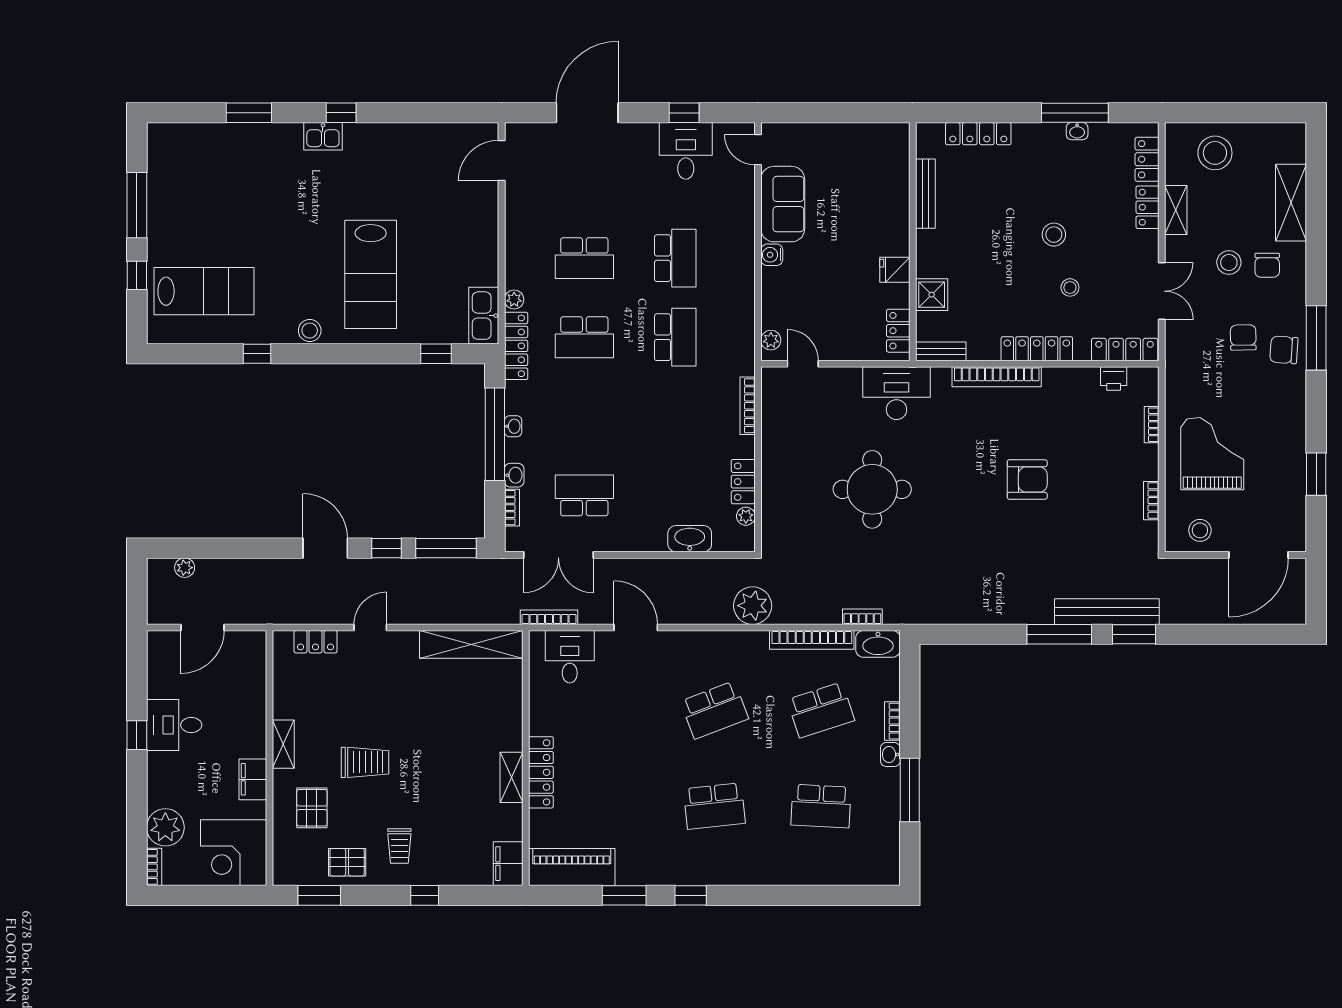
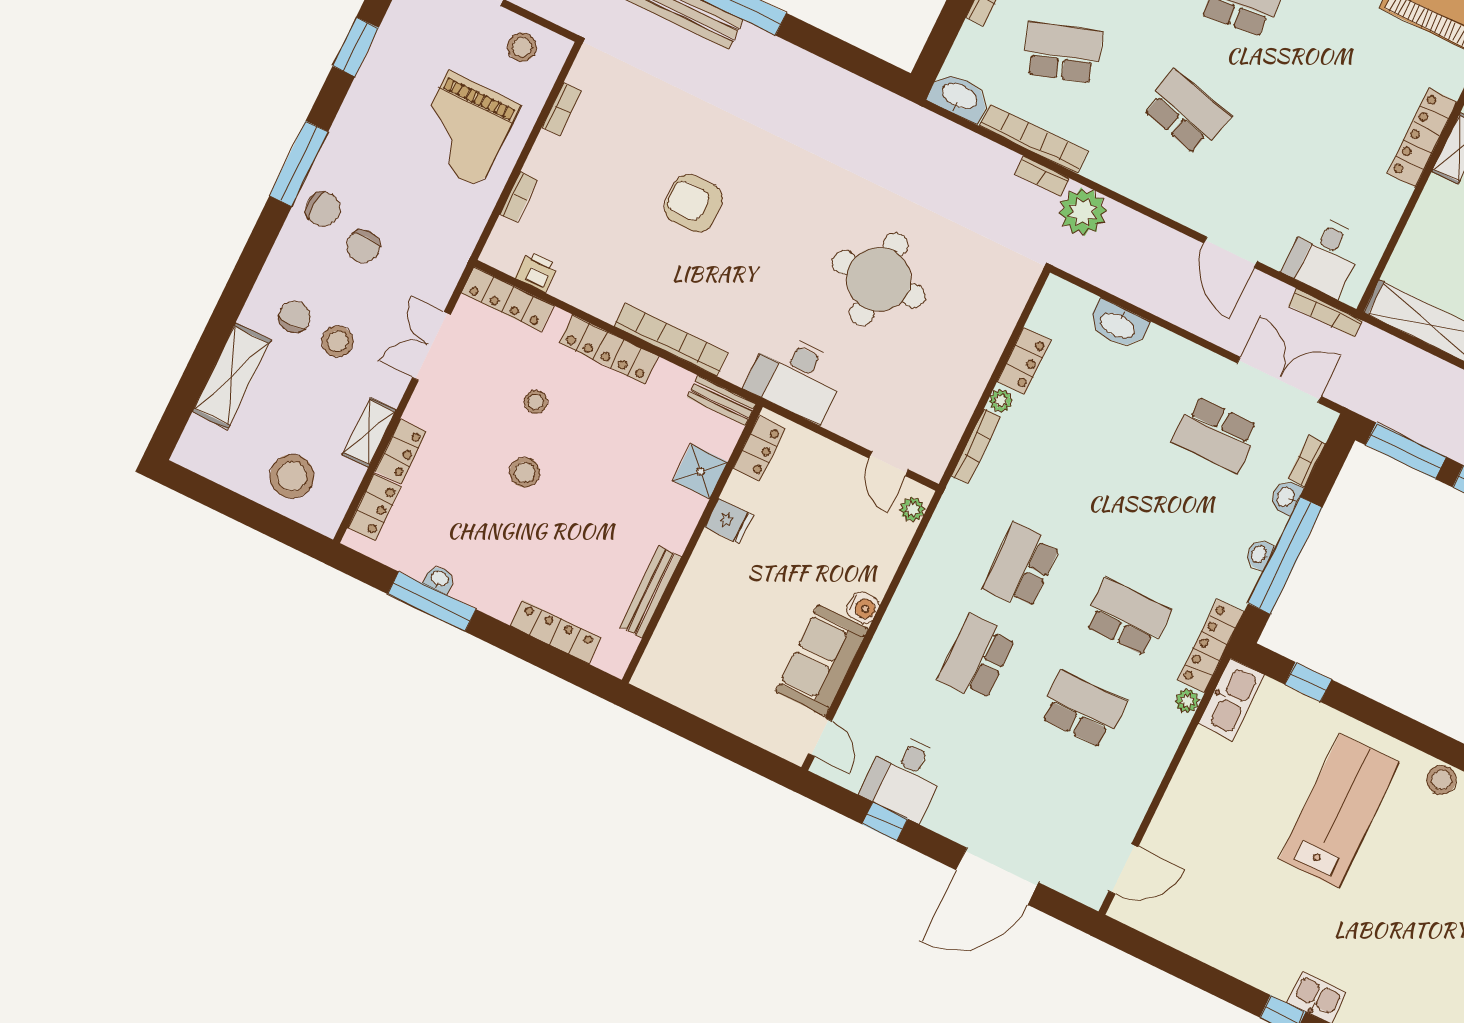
window: (1316, 338) -> (299, 164), moved
plant: (746, 516) -> (1001, 401), moved
bookcase: (862, 617) -> (1042, 176), moved
school desk: (714, 710) -> (1186, 112), turned 36

